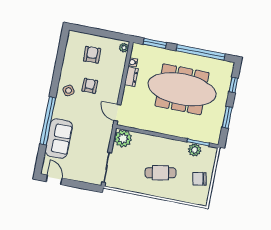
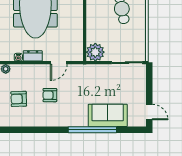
side table: (69, 90) -> (59, 115), removed
door: (117, 113) -> (59, 63), moved
door: (54, 180) -> (149, 112), swing flipped

